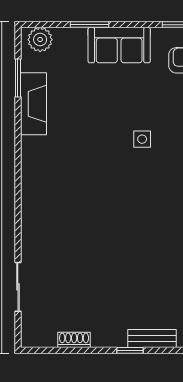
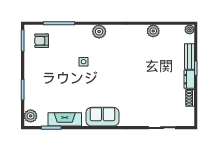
sofa: (119, 45) -> (102, 117), moved, turned -90
dresser: (109, 338) -> (189, 79), added

